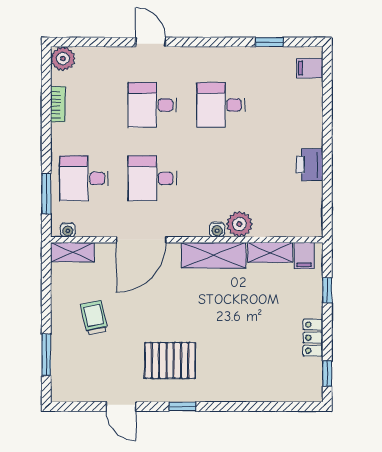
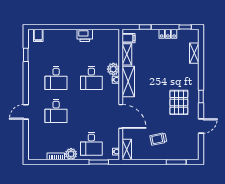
plant: (63, 59) -> (71, 154), moved
desk: (153, 178) -> (91, 78), moved
shelving: (272, 392) -> (194, 53), added

